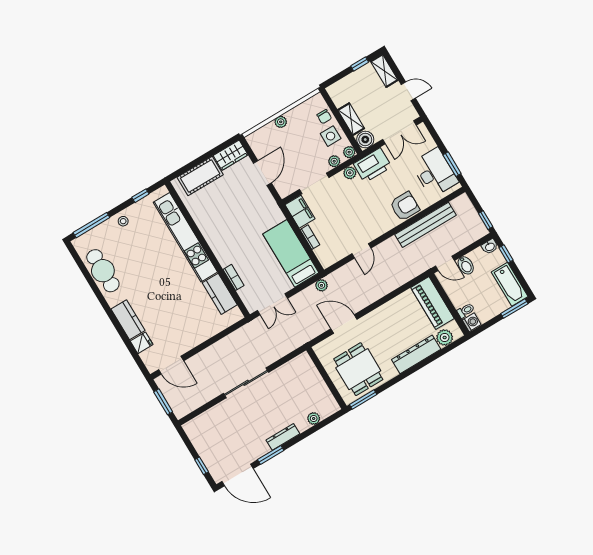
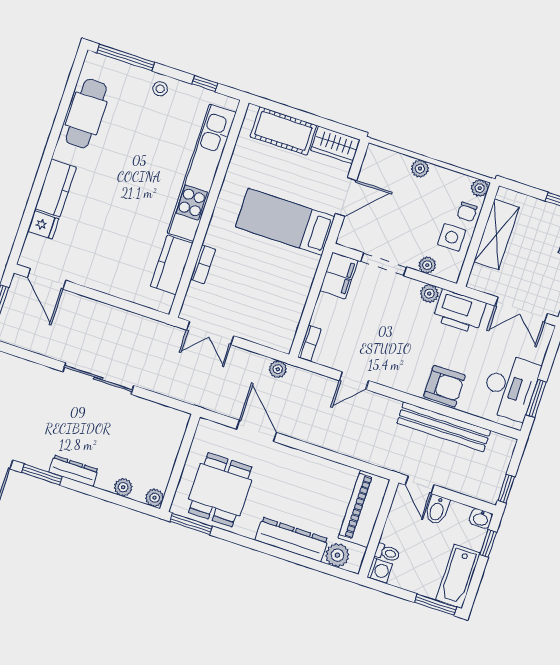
shelving: (351, 119) -> (497, 234), width x1.50, depth x1.33
boiler: (365, 140) -> (481, 279), removed
plant: (349, 152) -> (480, 188), moved
bookcase: (310, 237) -> (309, 343), moved
bed: (291, 253) -> (285, 222), moved, turned -90
plant: (333, 407) -> (155, 498), added

